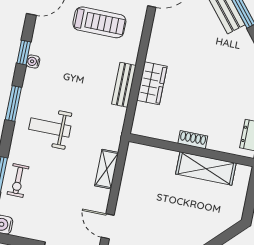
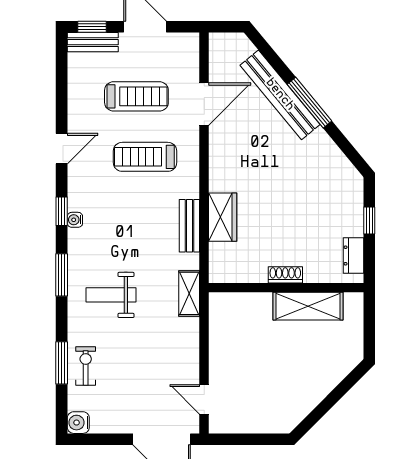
treadmill: (99, 22) -> (145, 157), turned 180
shelving: (107, 169) -> (189, 293), moved
exercise bike: (18, 180) -> (86, 366), turned 180

